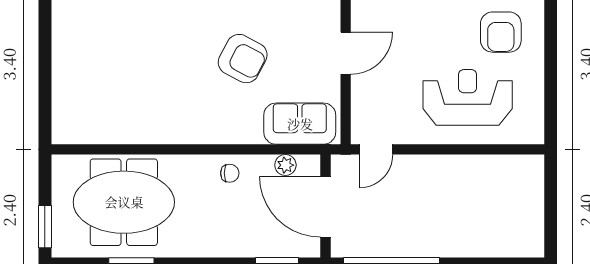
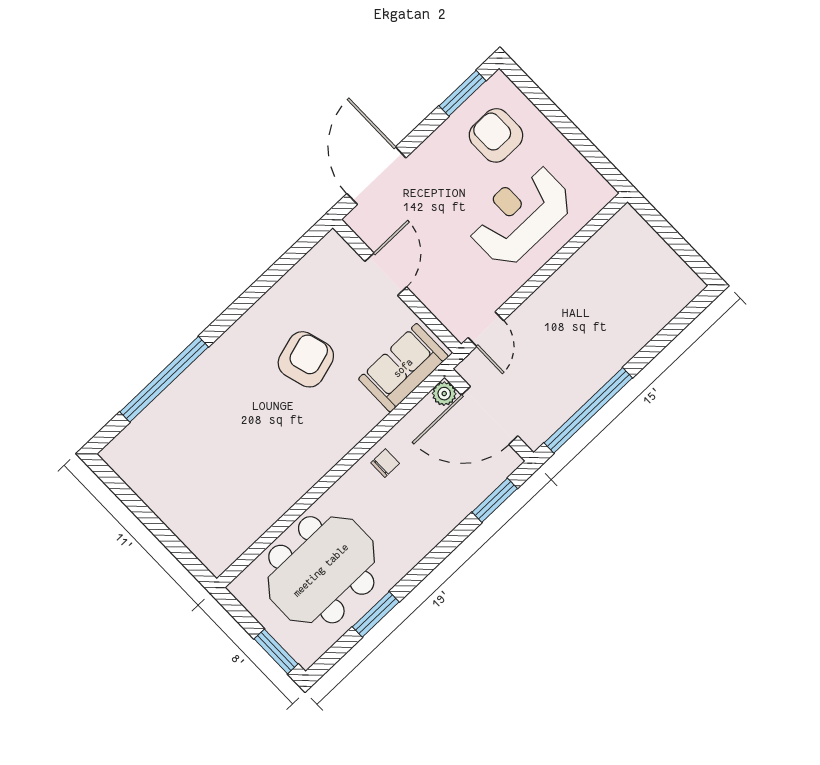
armchair: (501, 32) -> (496, 135), turned 180
armchair: (243, 59) -> (306, 359), turned -44
plant: (285, 165) -> (444, 394), moved

